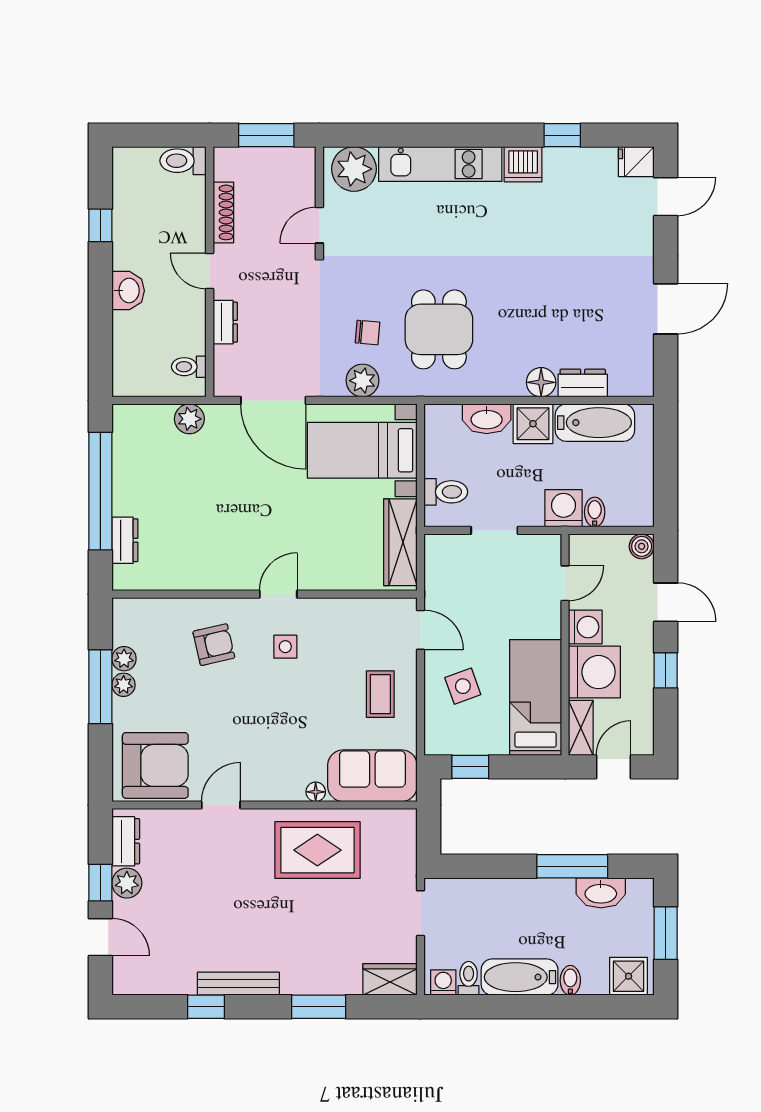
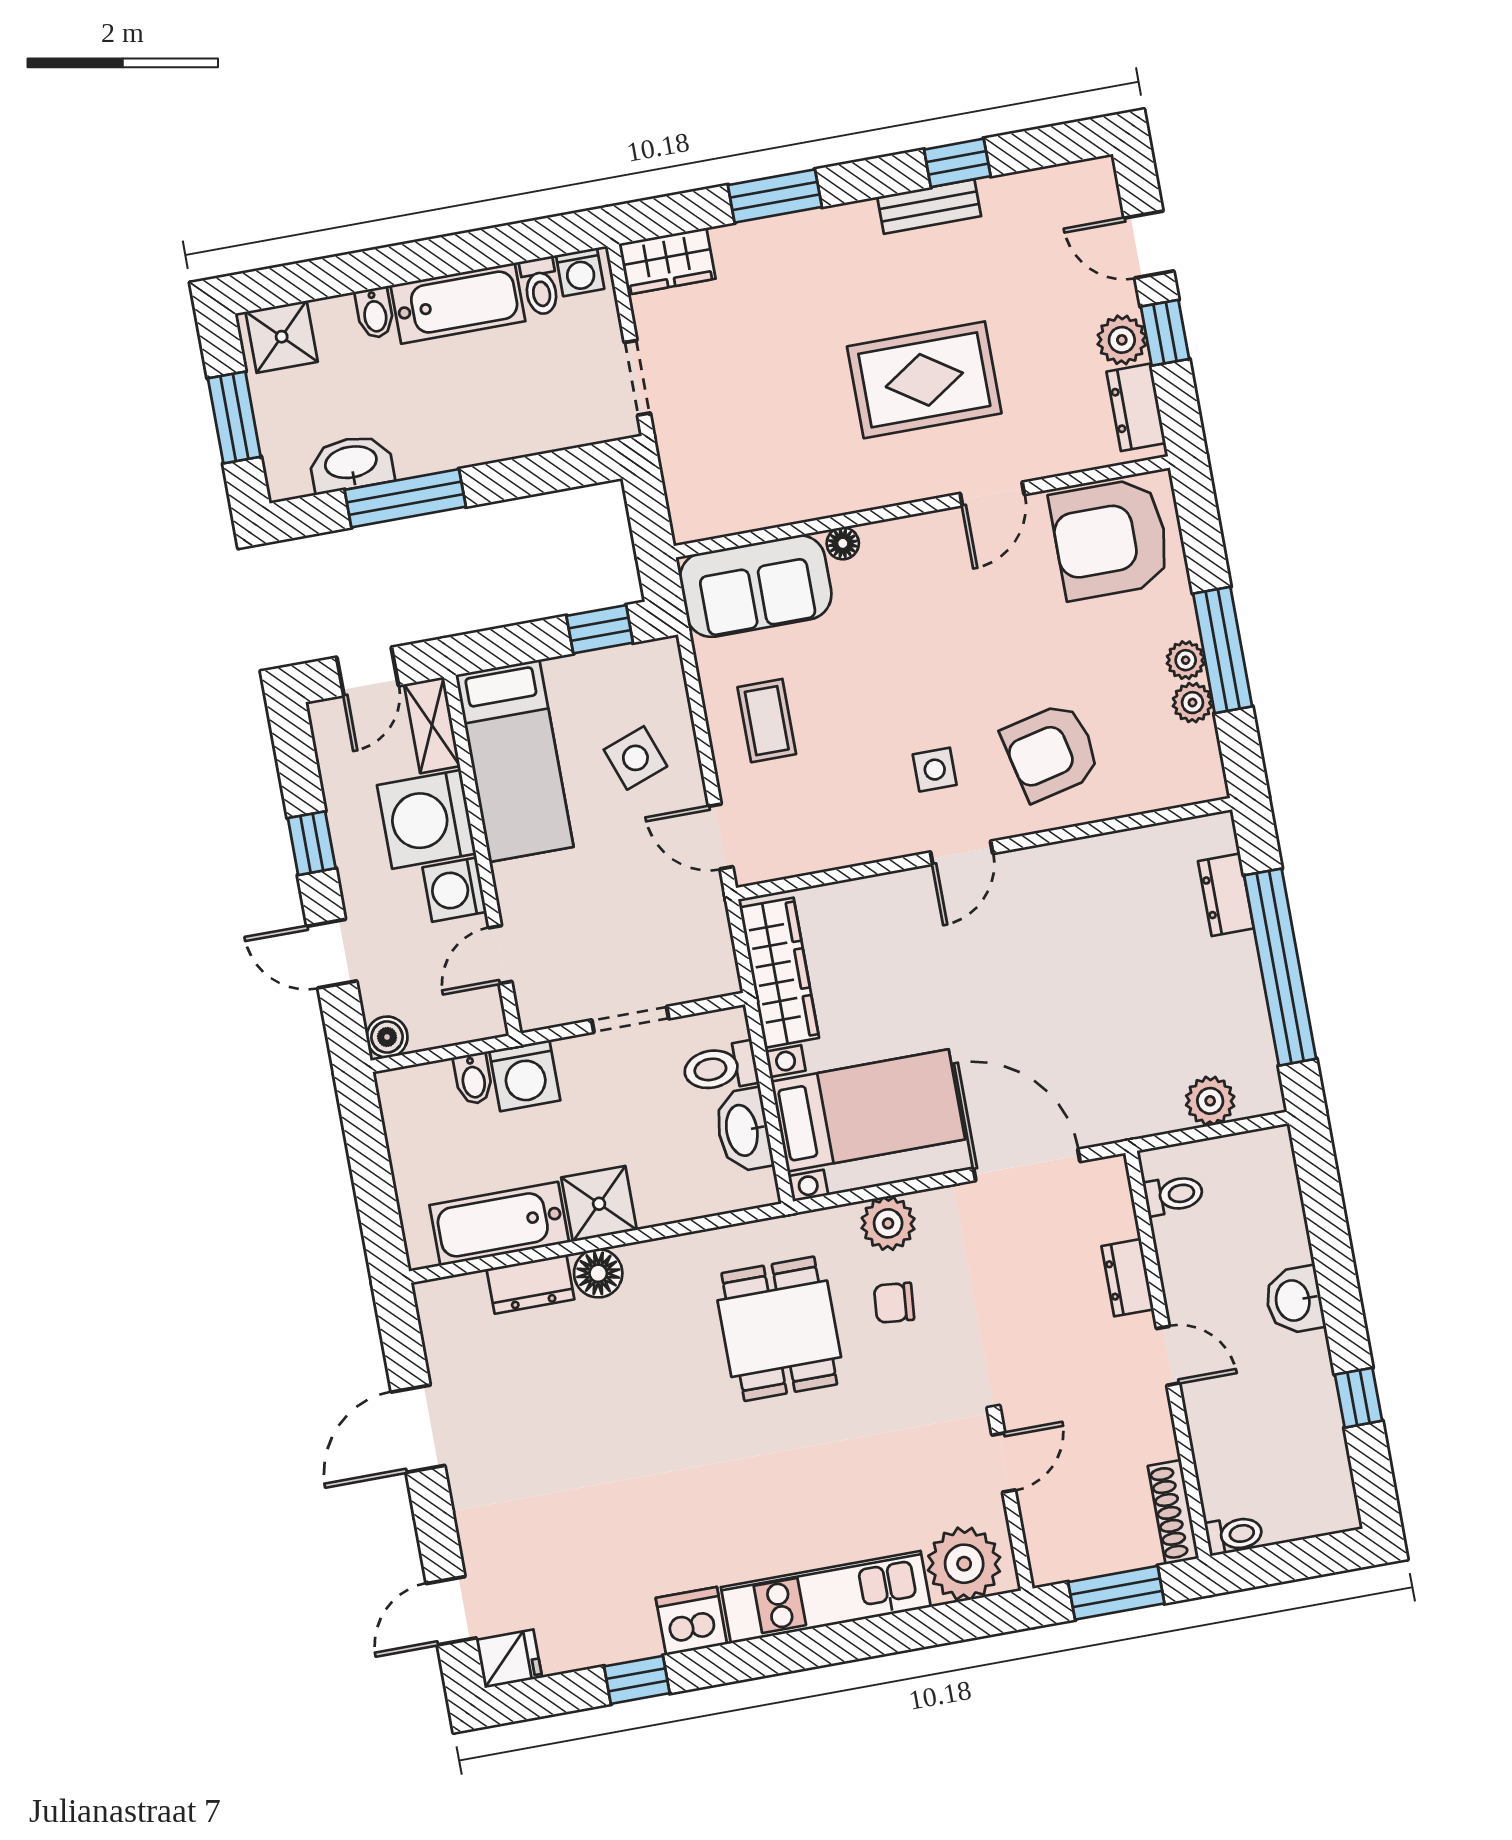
toilet: (183, 161) -> (1234, 1535), width x0.73, depth x0.72
shoe rack: (223, 212) -> (1173, 1512), moved
plant: (189, 419) -> (1210, 1101), moved
washbasin: (487, 419) -> (743, 1130), moved, turned -90
armchair: (214, 645) -> (1051, 752), width x1.38, depth x1.38
rug: (317, 850) -> (924, 380), moved
bench: (238, 984) -> (929, 207), width x0.73

